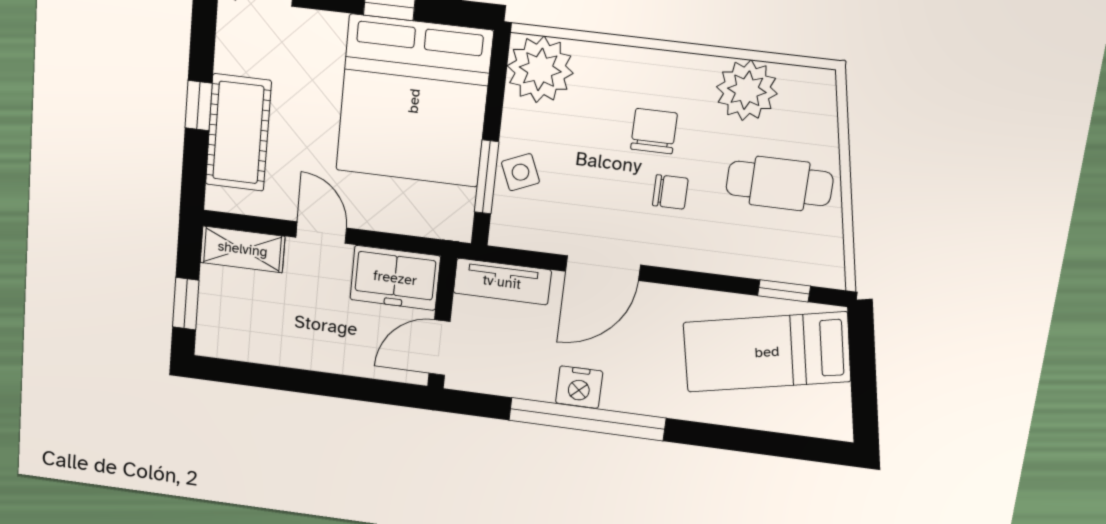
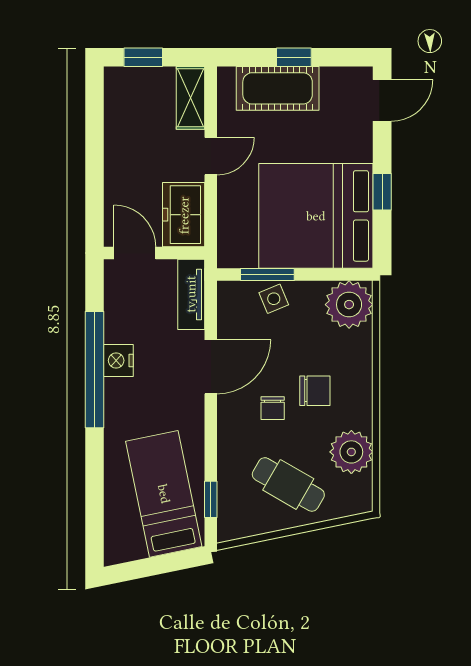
cafe table: (780, 183) -> (288, 484), turned -60
door: (603, 268) -> (211, 367), swing flipped

